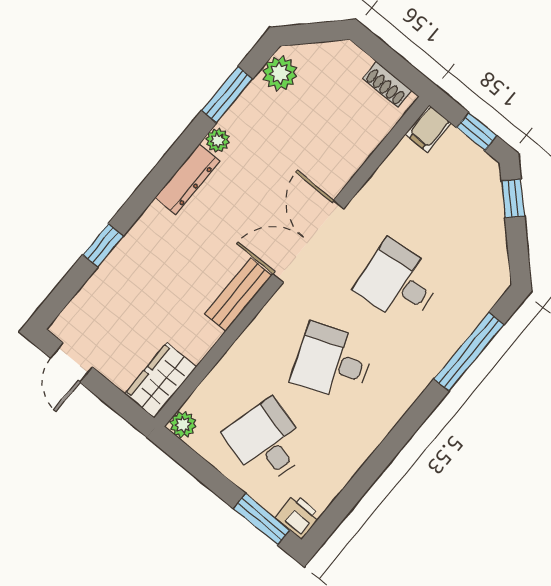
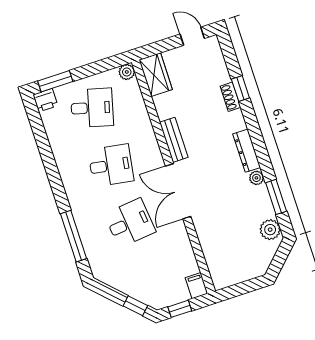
shoe rack: (387, 85) -> (230, 97), moved, turned -90
double door: (308, 241) -> (178, 191), swing flipped
desk: (332, 362) -> (111, 165), turned 30

